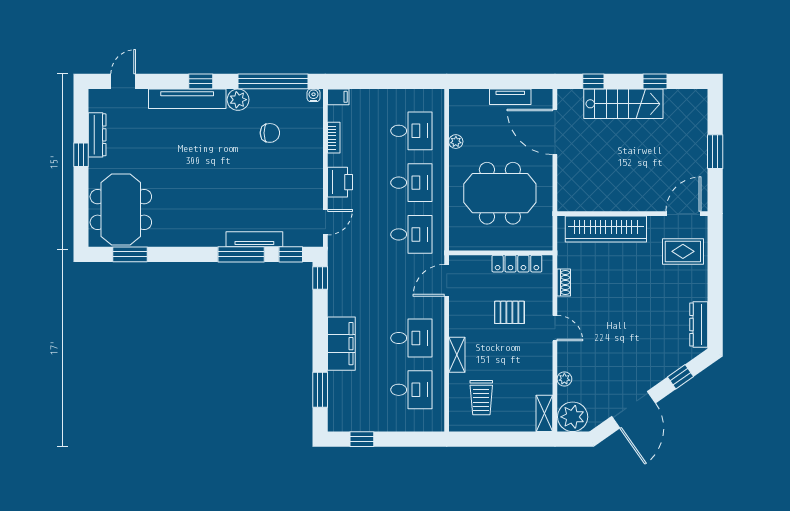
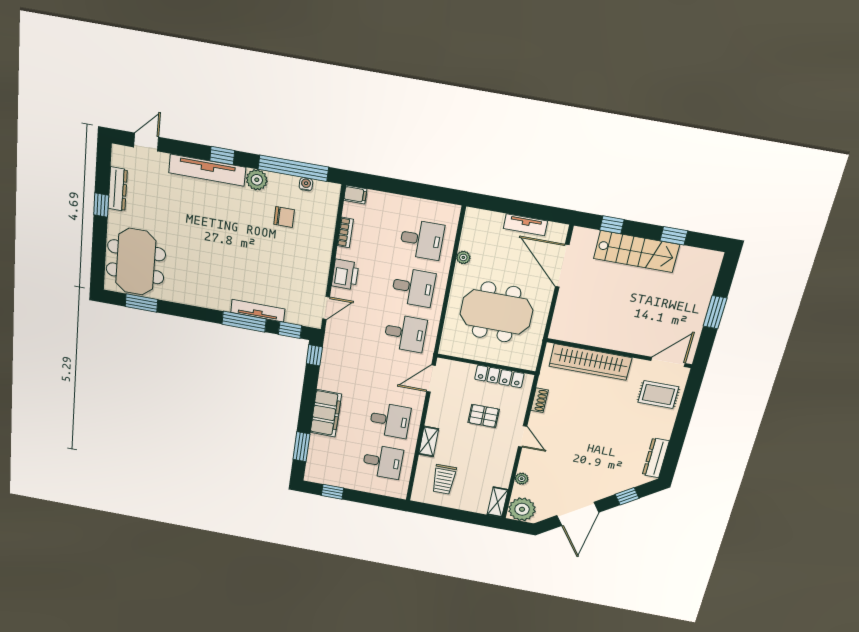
water cooler: (314, 95) -> (306, 184), moved

